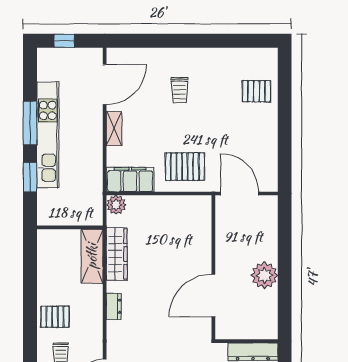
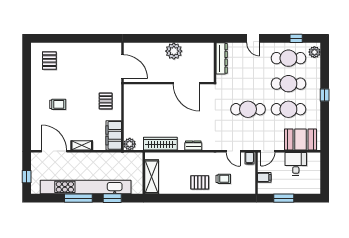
pallet: (257, 91) -> (49, 61), moved
kitchen unit: (48, 135) -> (86, 187), width x1.36
pallet: (185, 167) -> (106, 101), width x0.67, depth x0.71
door: (240, 193) -> (122, 67), swing flipped
shelving: (92, 256) -> (152, 177), moved, turned 90
pallet: (55, 317) -> (200, 182), turned 90

